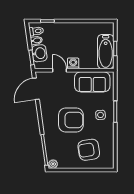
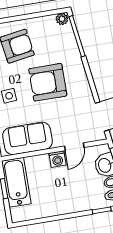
door: (60, 70) -> (74, 147), hinge flipped

